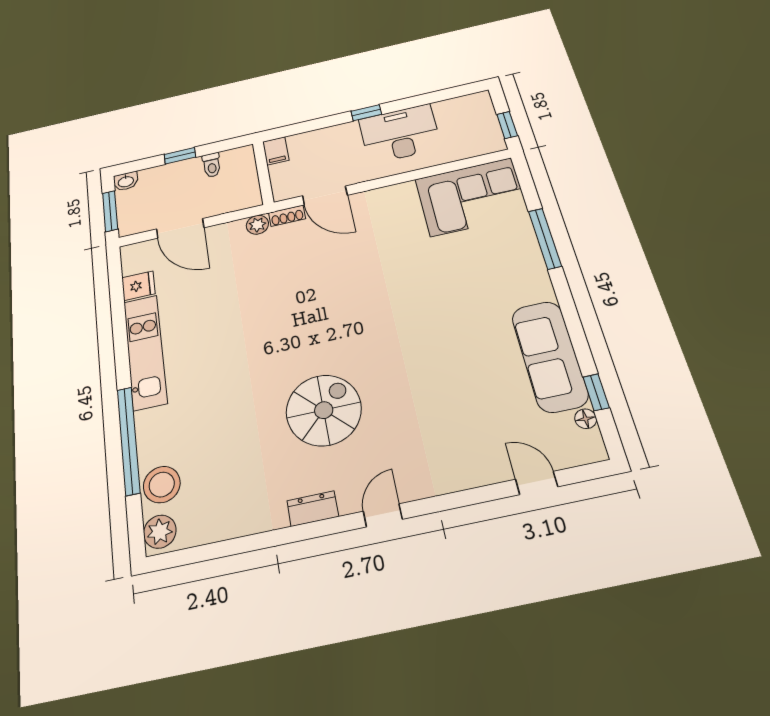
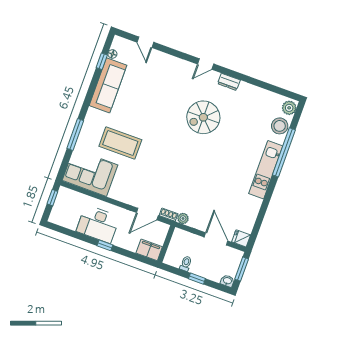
filing cabinet: (276, 151) -> (149, 250), width x2.00
door: (325, 195) -> (147, 214), swing flipped
coffee table: (452, 273) -> (120, 143), added
fridge: (138, 286) -> (241, 238), moved
kitchen unit: (145, 352) -> (266, 170), moved

